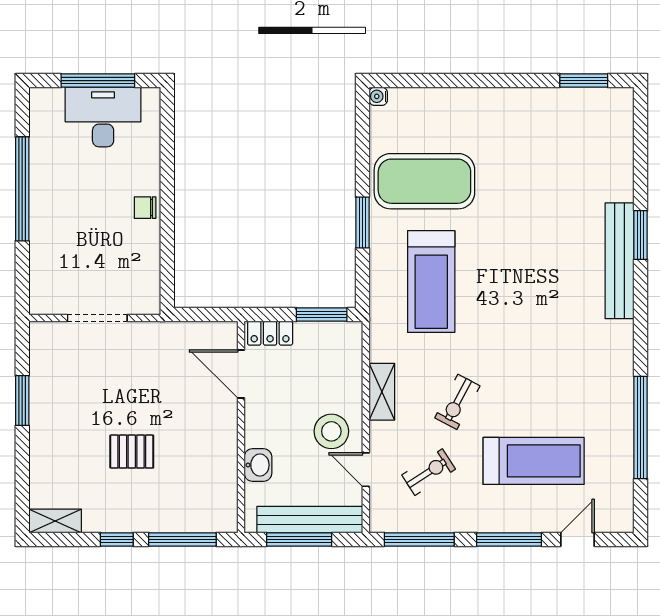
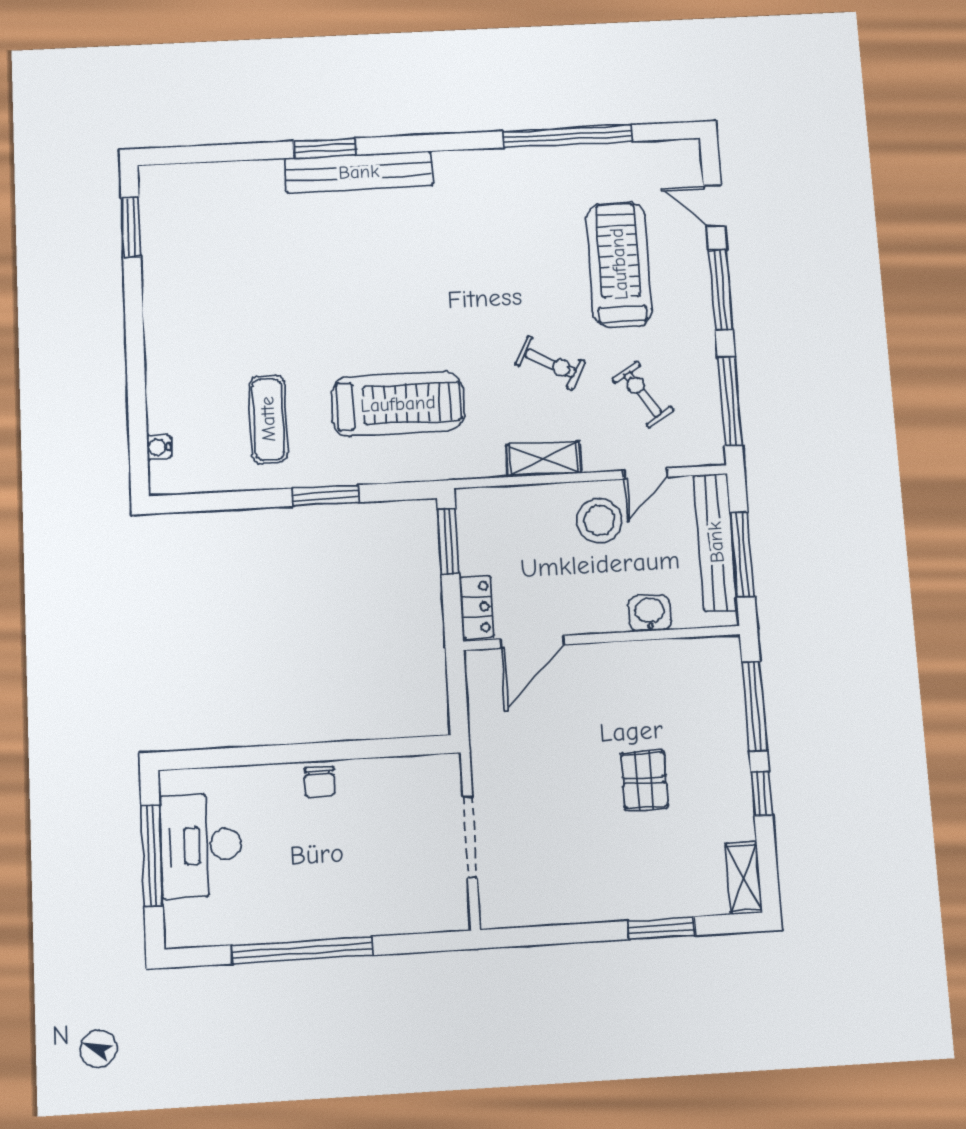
water cooler: (378, 96) -> (159, 447), moved, turned 90
exercise mat: (424, 181) -> (268, 419), width x0.50, depth x0.69
window: (22, 401) -> (661, 928), moved

